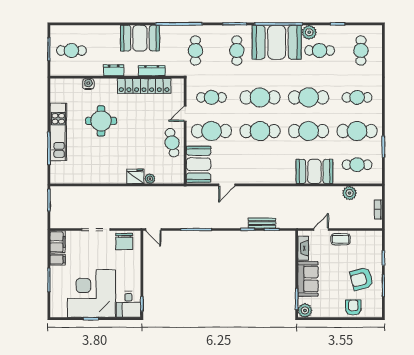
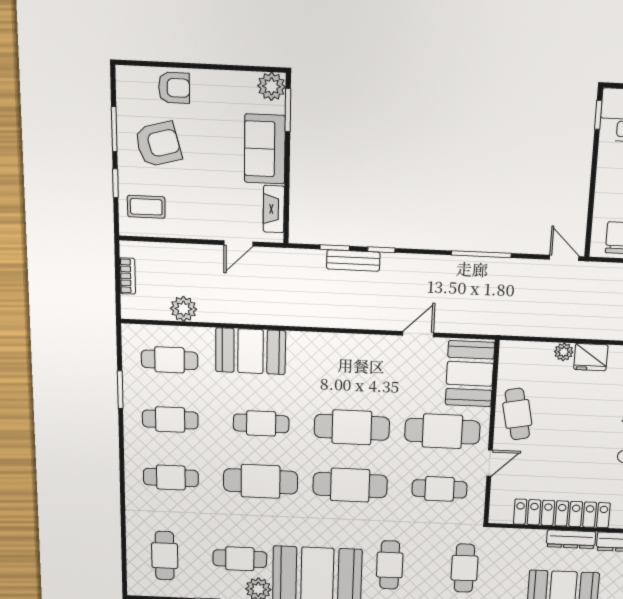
dresser: (152, 71) -> (571, 539), moved
cafe table: (309, 131) -> (261, 423), width x0.73, depth x0.74
cafe table: (357, 131) -> (170, 419), width x0.73, depth x0.74
coffee table: (341, 239) -> (146, 207), moved
armchair: (353, 308) -> (174, 88), turned -90

